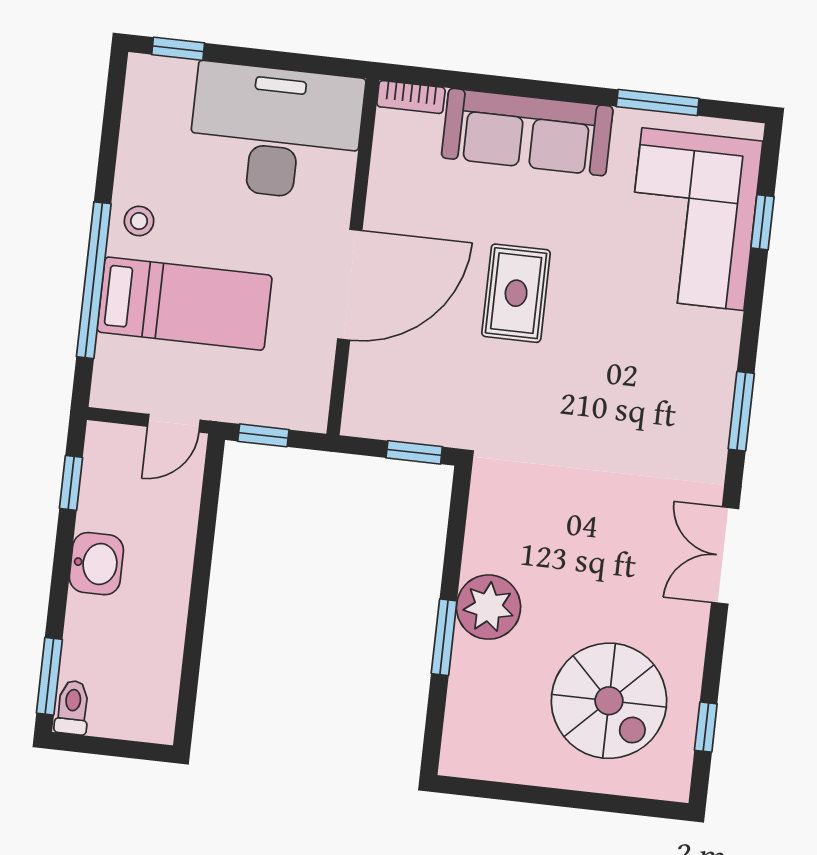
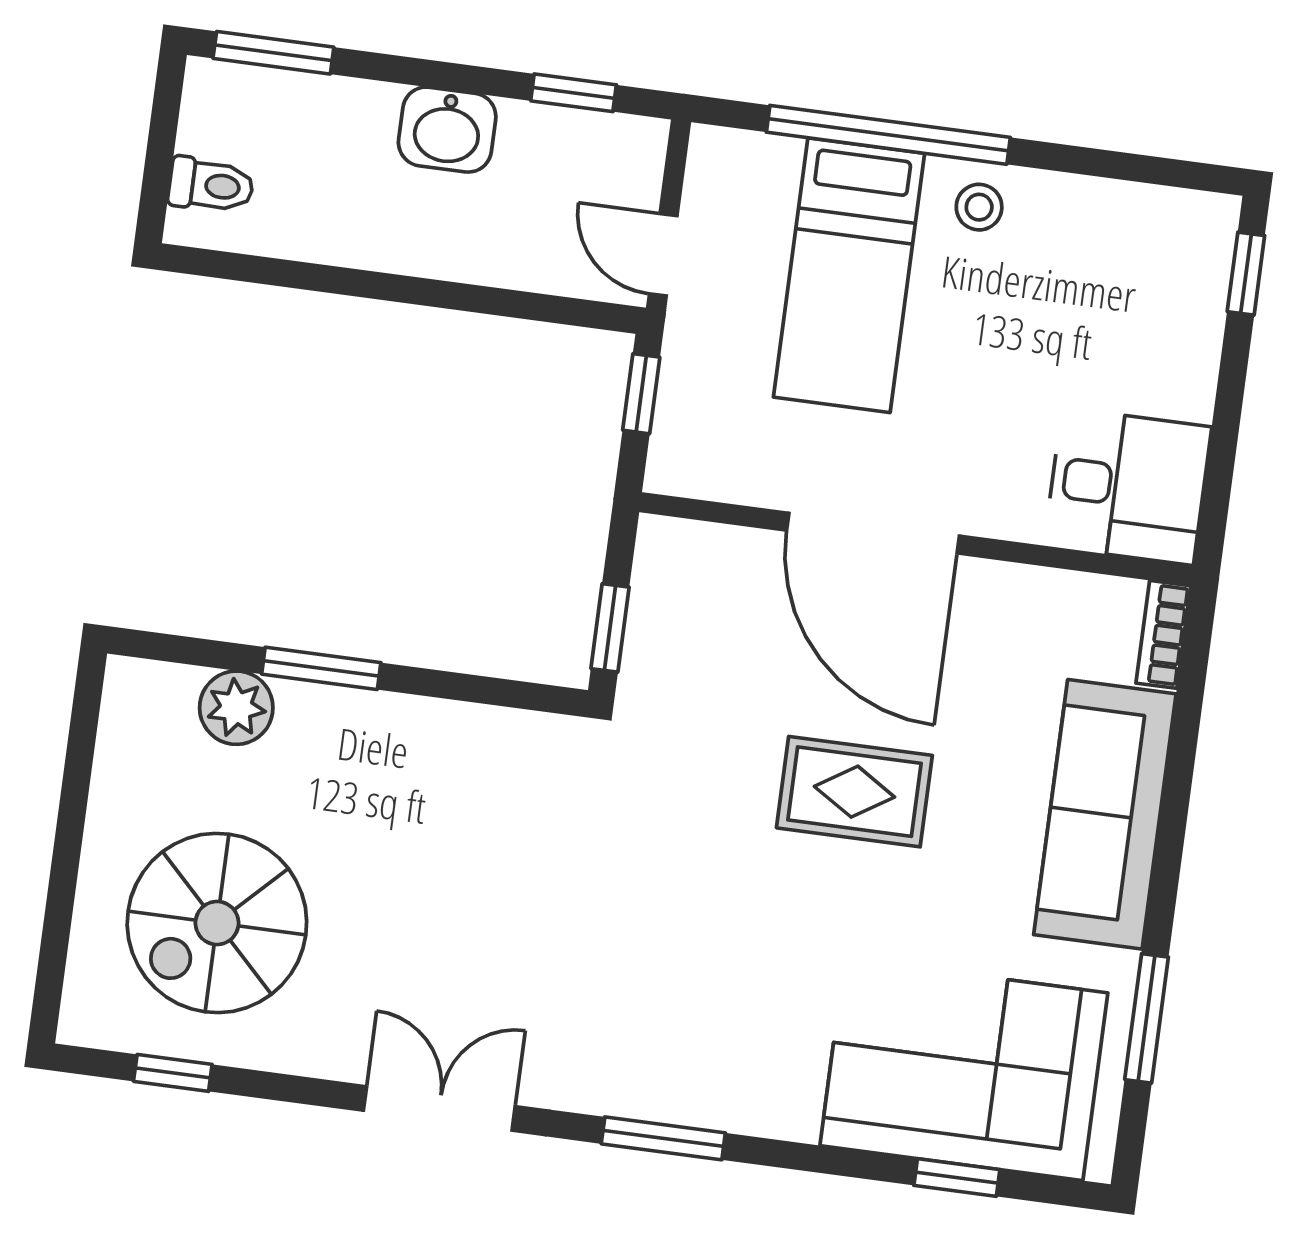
desk: (276, 132) -> (1128, 486), width x0.53, depth x0.77
plant: (489, 607) -> (236, 708), moved, width x0.73, depth x0.73
toilet: (72, 707) -> (211, 185), moved

